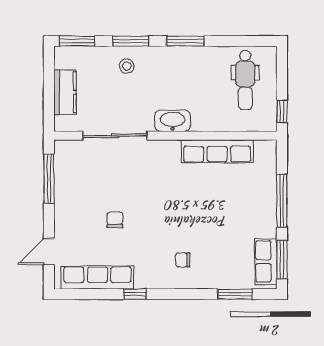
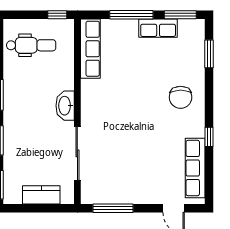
stool: (127, 66) -> (20, 144), removed
row of seats: (217, 151) -> (90, 49), moved
chair: (115, 220) -> (147, 154), removed
chair: (183, 260) -> (181, 97), width x1.87, depth x1.87
row of seats: (266, 262) -> (158, 28), moved

